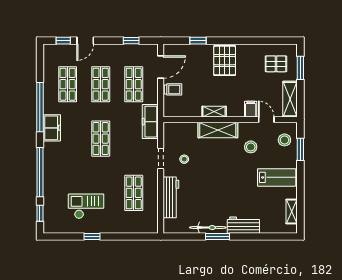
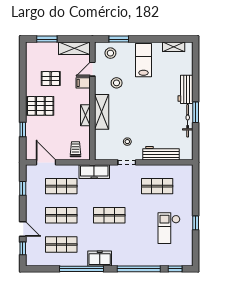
pallet: (276, 64) -> (51, 79), moved, turned 90
trolley: (173, 89) -> (76, 149), moved

